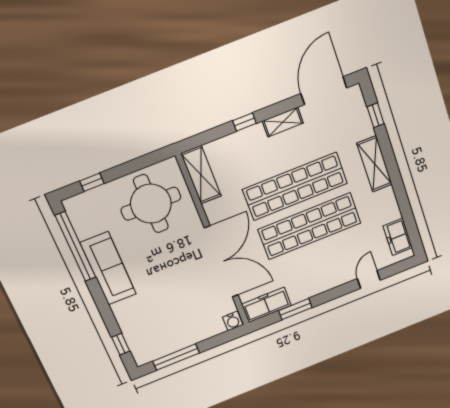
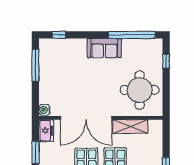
shelving: (201, 175) -> (130, 127), moved
sofa: (108, 269) -> (104, 48), width x0.73
freezer: (266, 305) -> (46, 131), width x0.71

